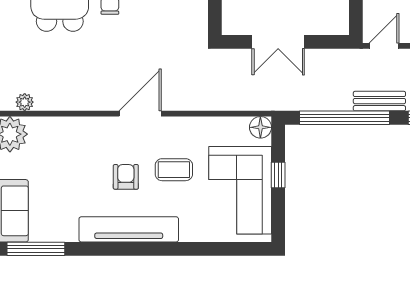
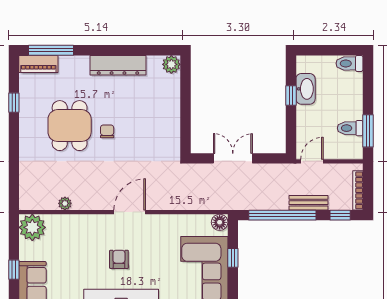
double door: (278, 42) -> (233, 158), swing flipped
plant: (25, 102) -> (65, 203), moved
coffee table: (174, 170) -> (155, 254), removed

